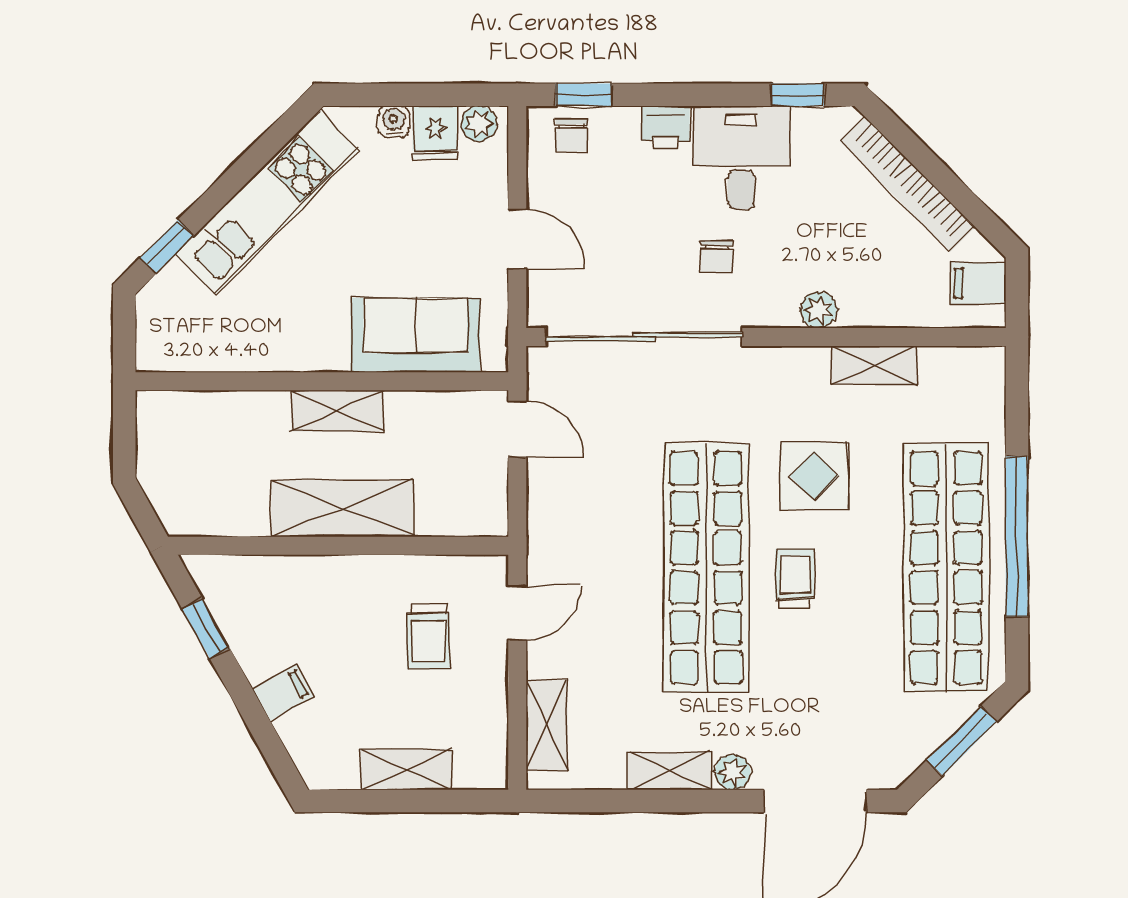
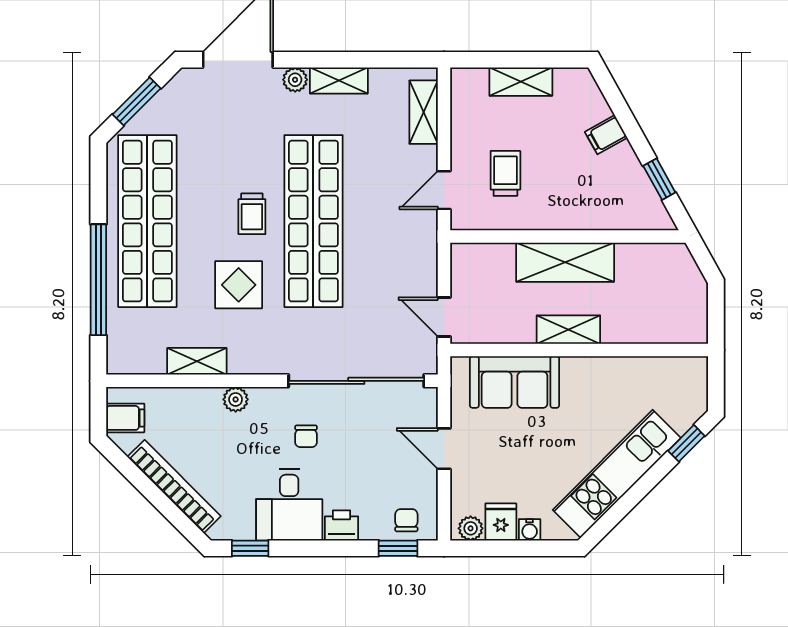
chair: (717, 257) -> (306, 436), turned 180
window: (1017, 537) -> (98, 280), moved

